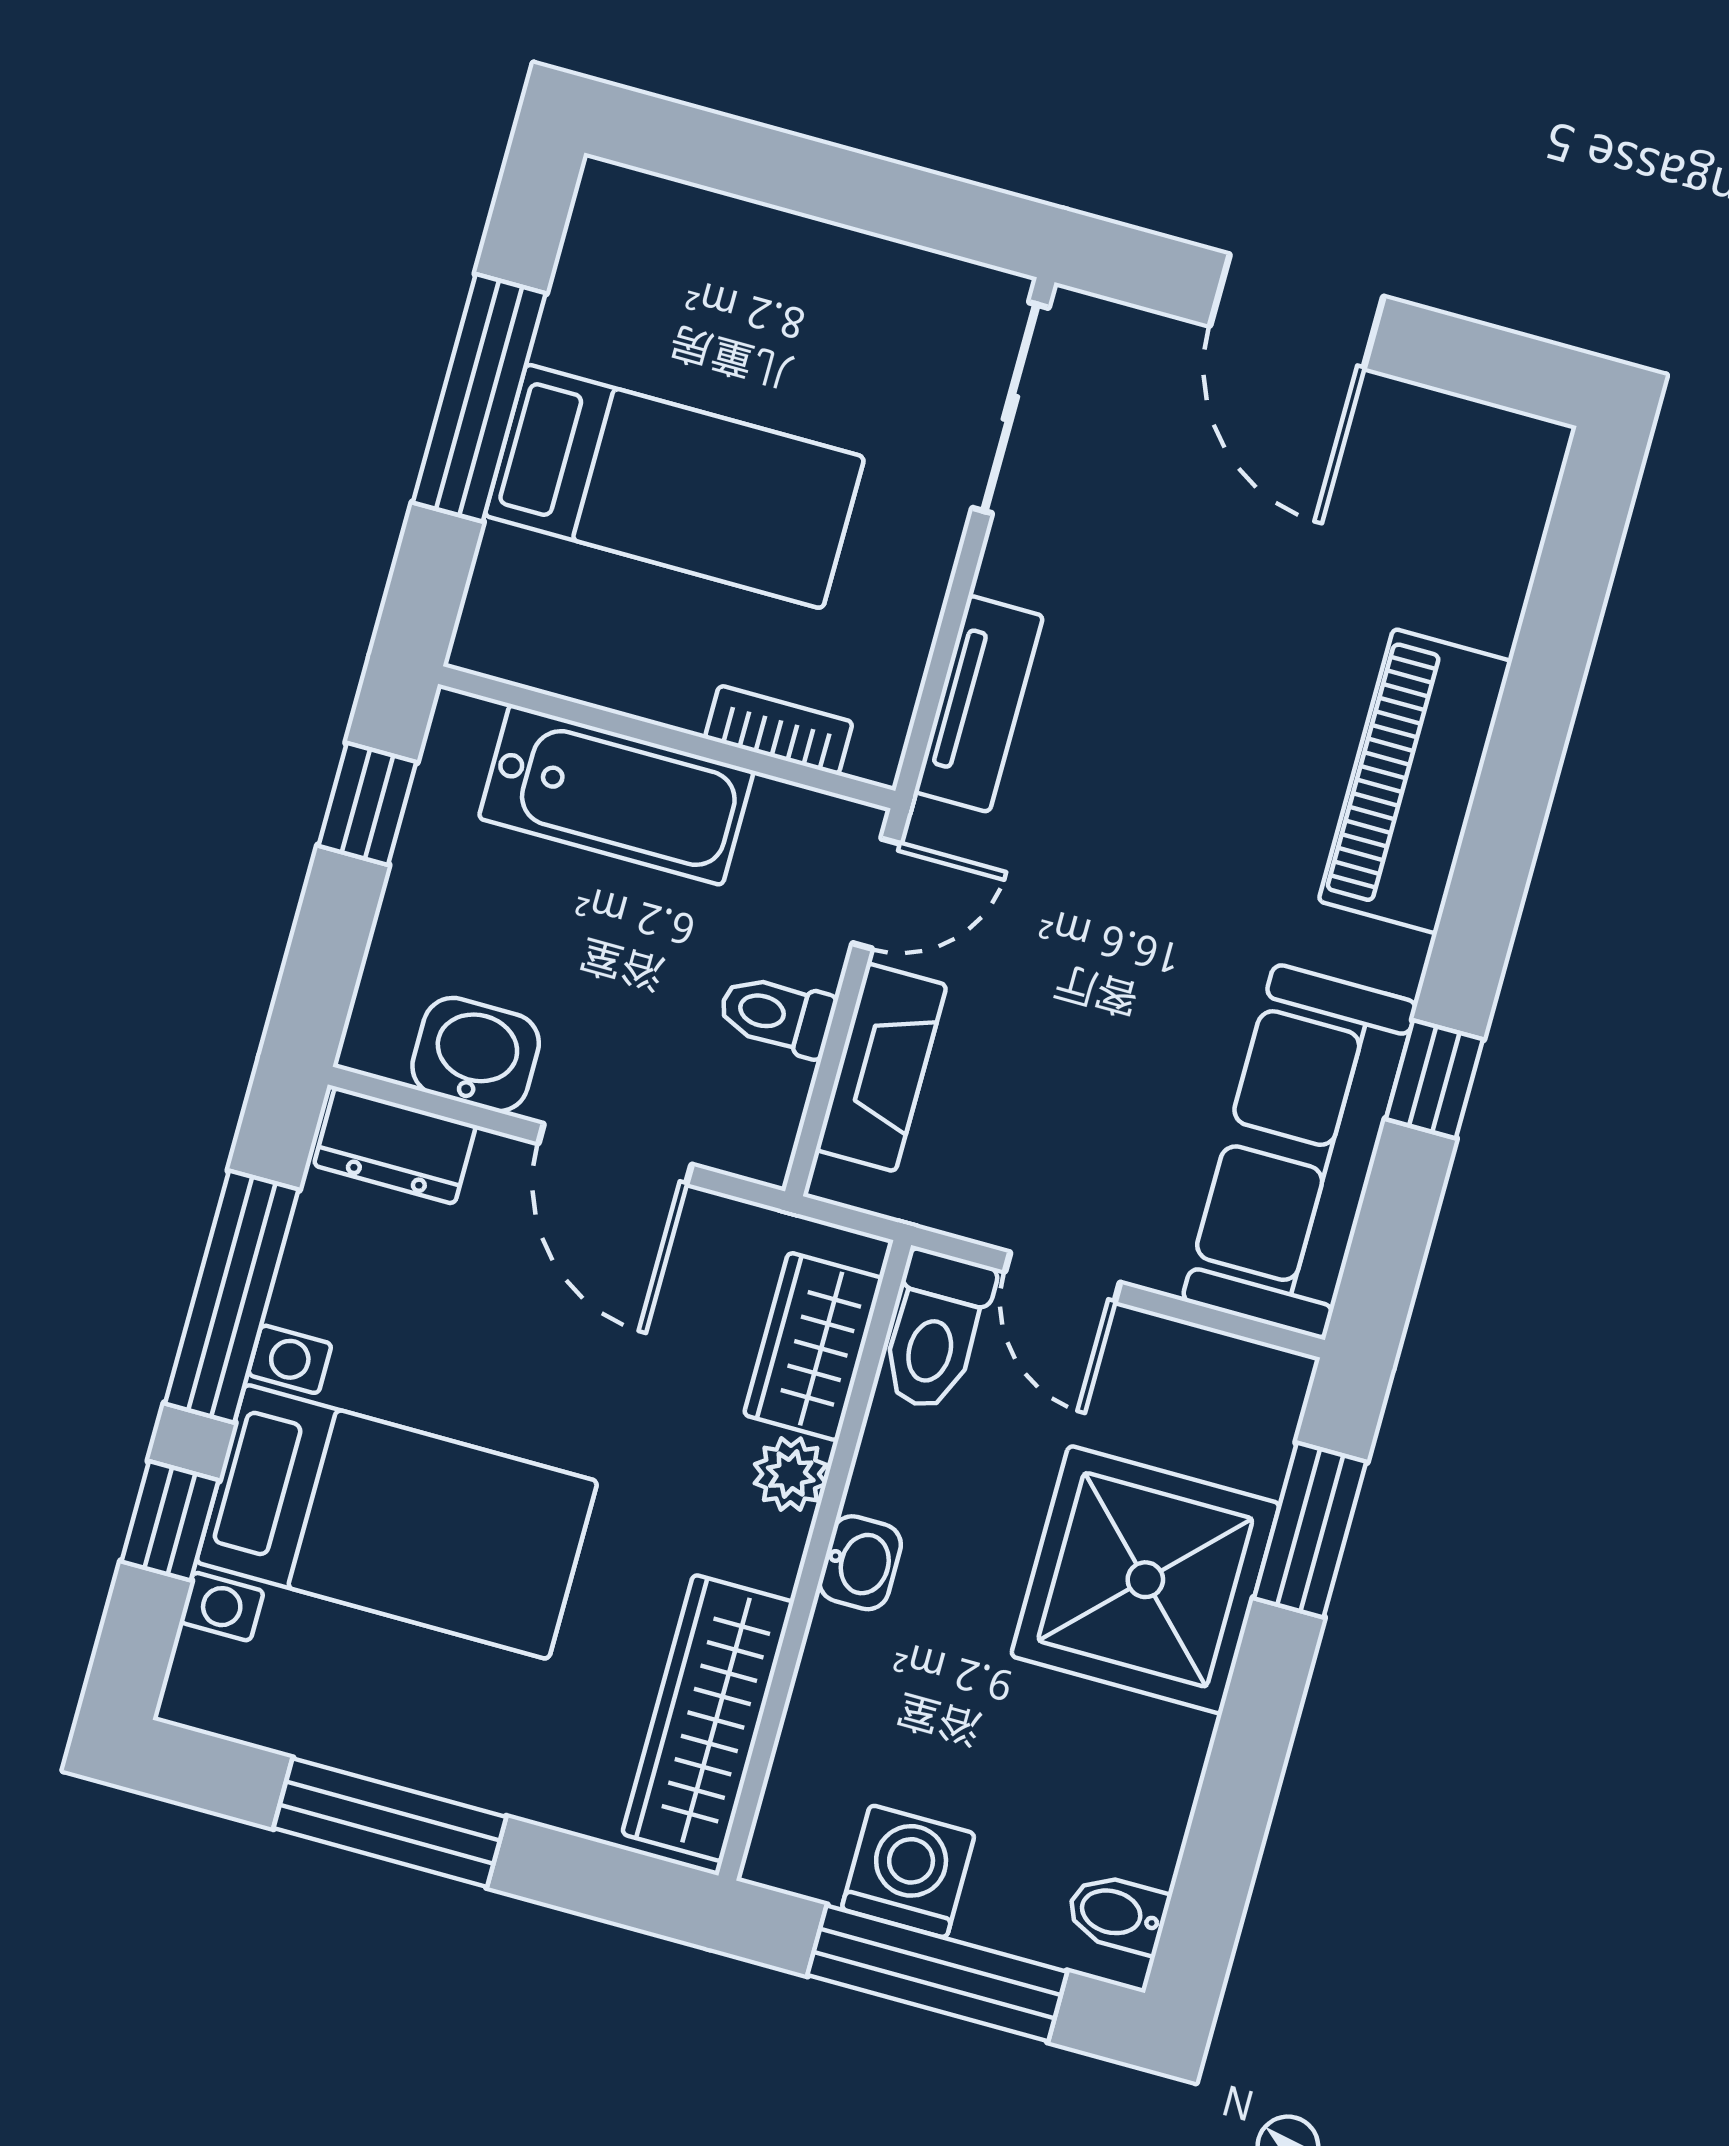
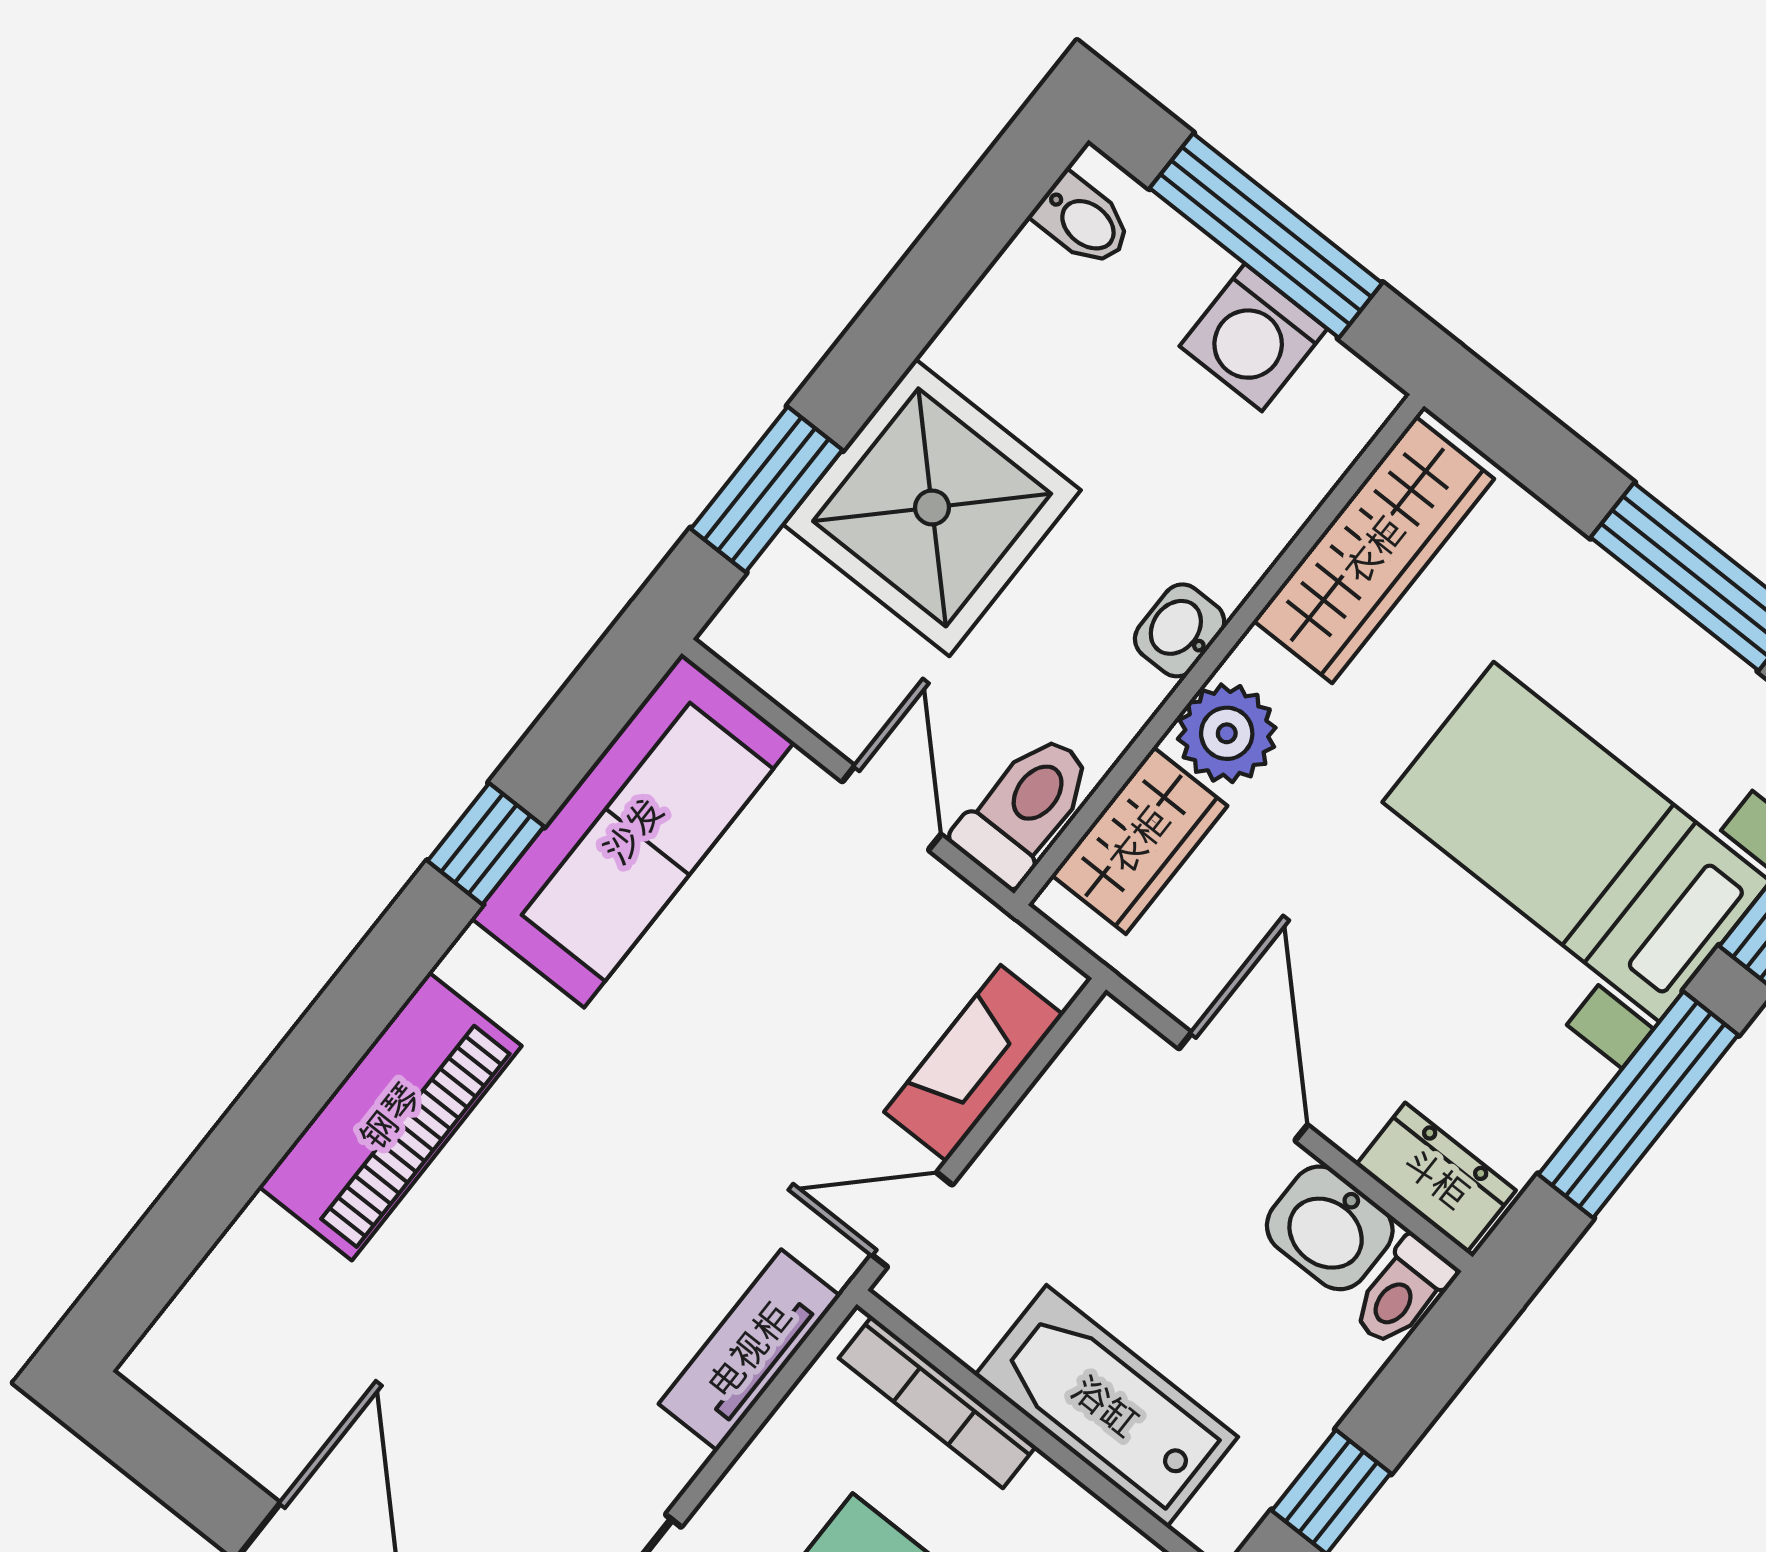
bookcase: (779, 730) -> (937, 1402), width x1.56
toilet: (777, 1015) -> (1402, 1292), moved, turned 90
plant: (791, 1474) -> (1227, 733), width x1.38, depth x1.38

